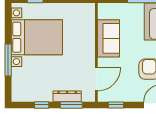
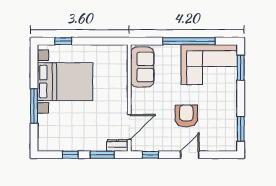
sofa: (108, 38) -> (142, 67), moved
dresser: (67, 96) -> (117, 145), moved, width x0.70

